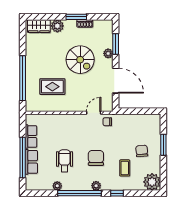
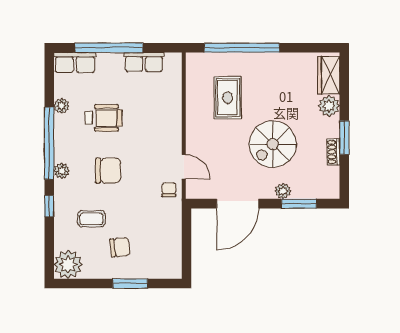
row of seats: (31, 162) -> (75, 62), moved

